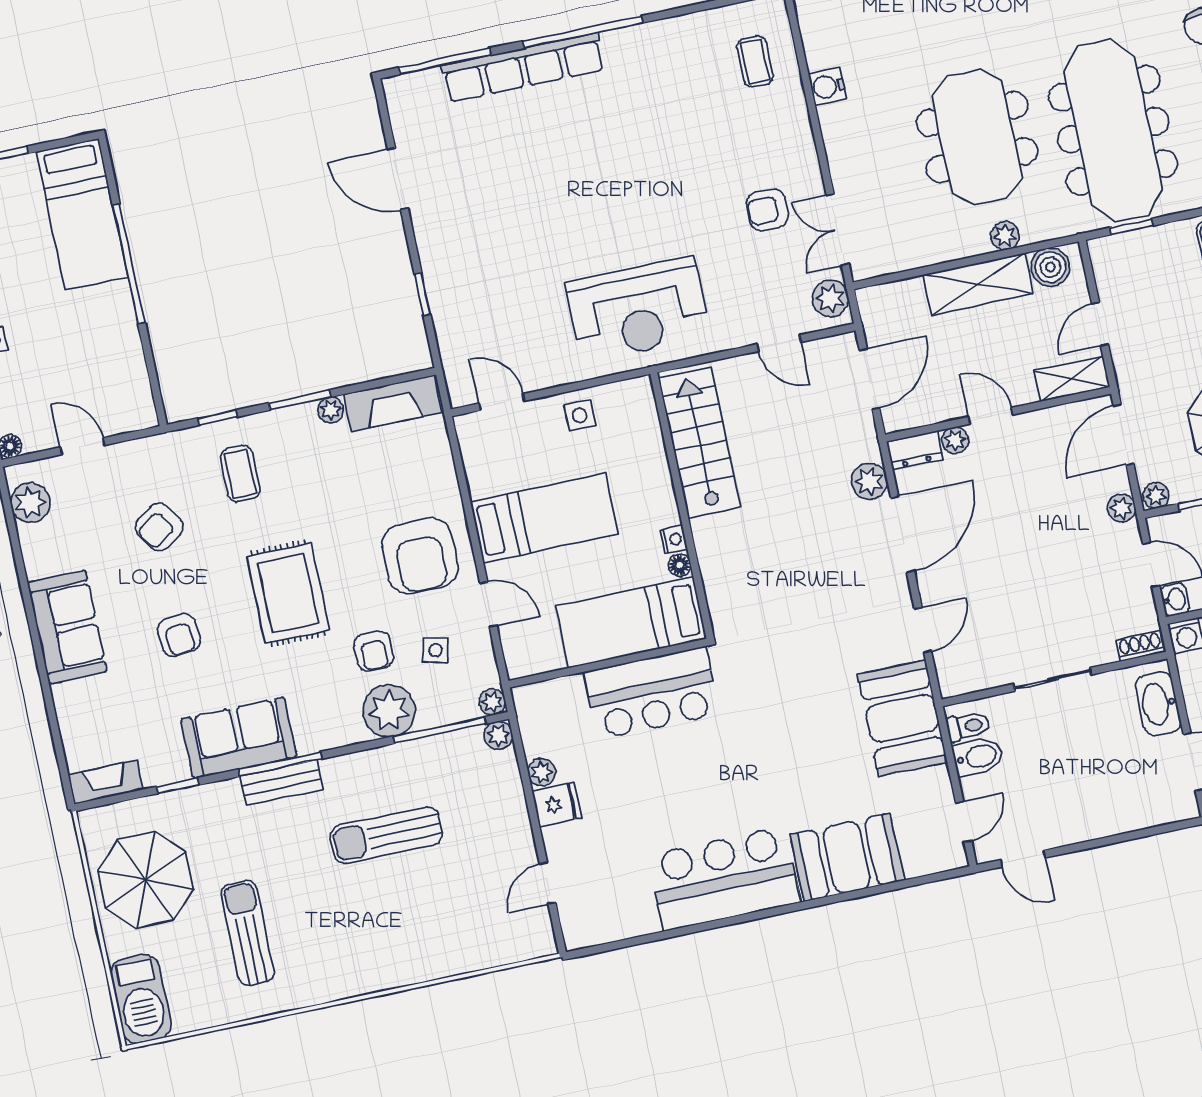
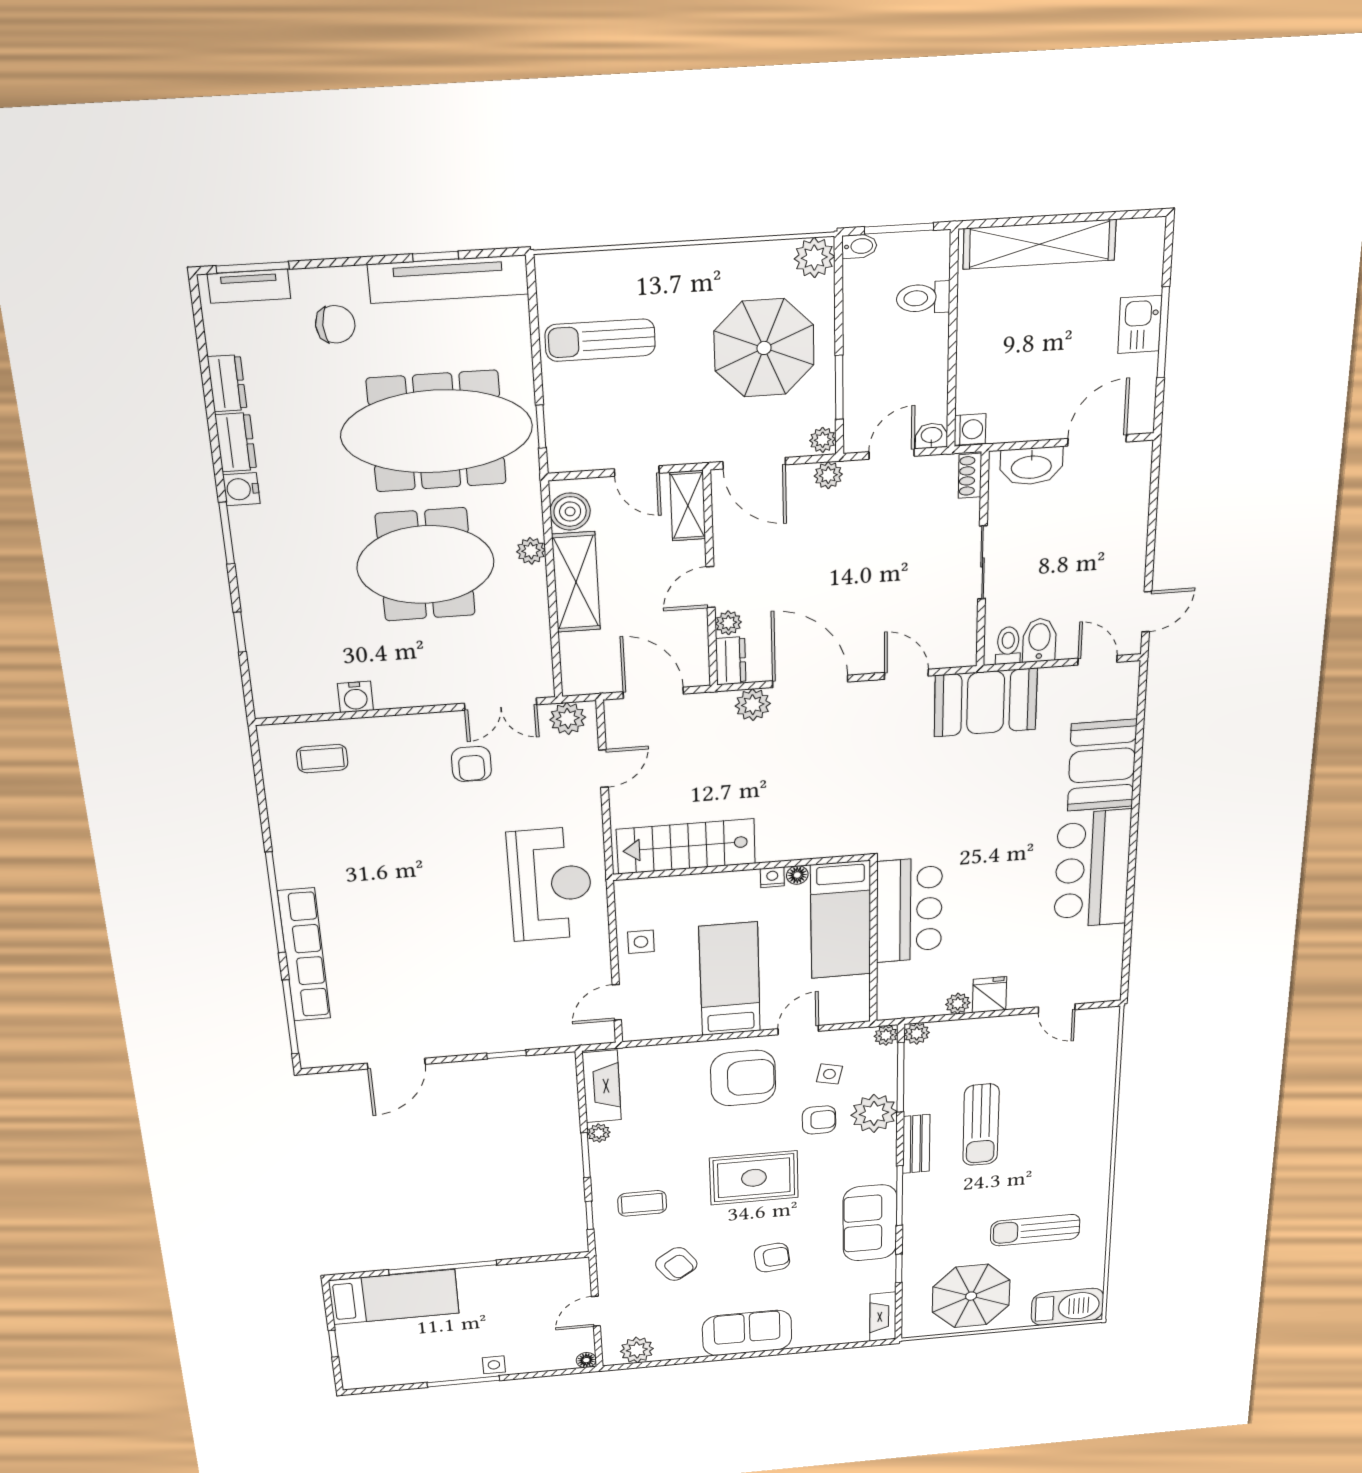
bench: (281, 783) -> (916, 1144), moved

